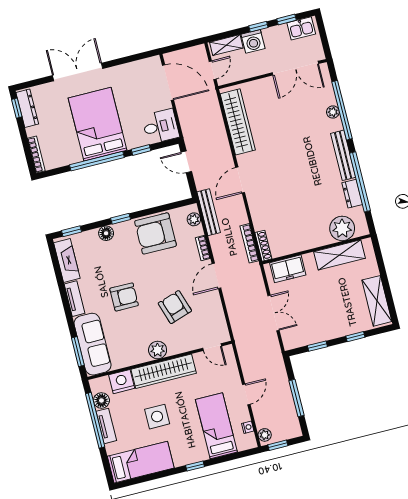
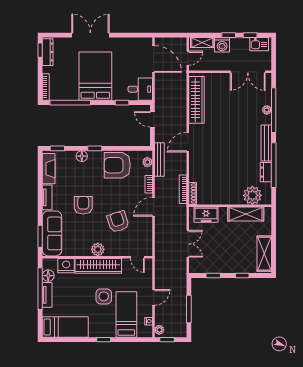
window: (97, 161) -> (70, 103), moved
armchair: (124, 297) -> (83, 205), turned -90
side table: (157, 417) -> (104, 296), moved

